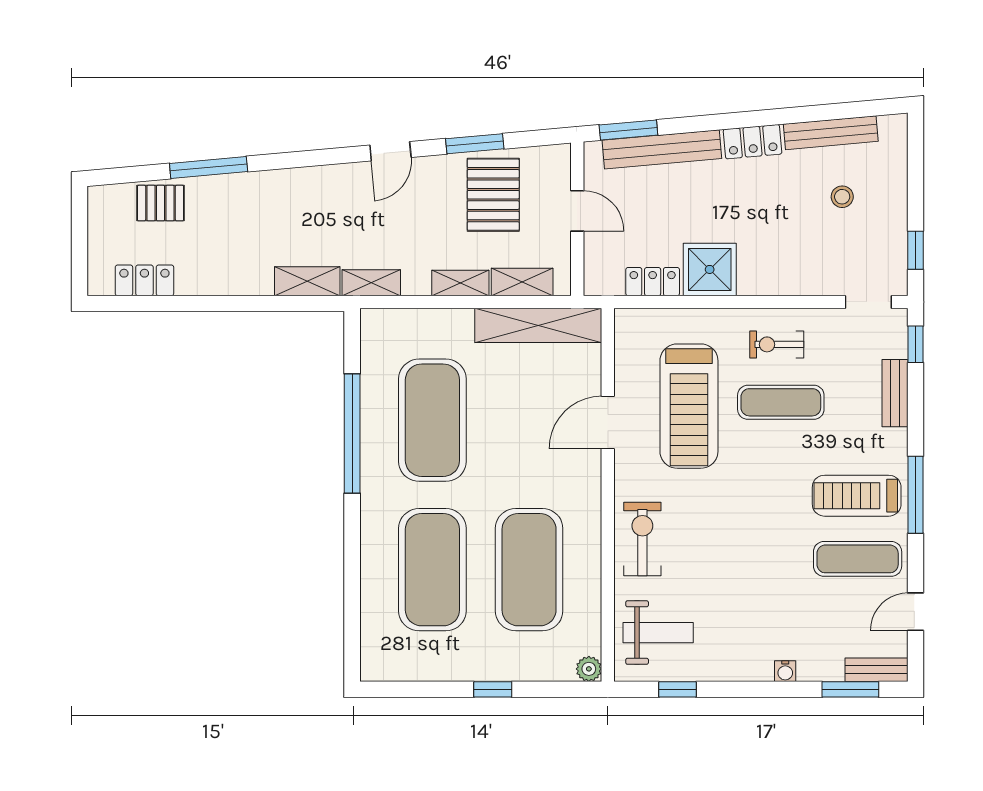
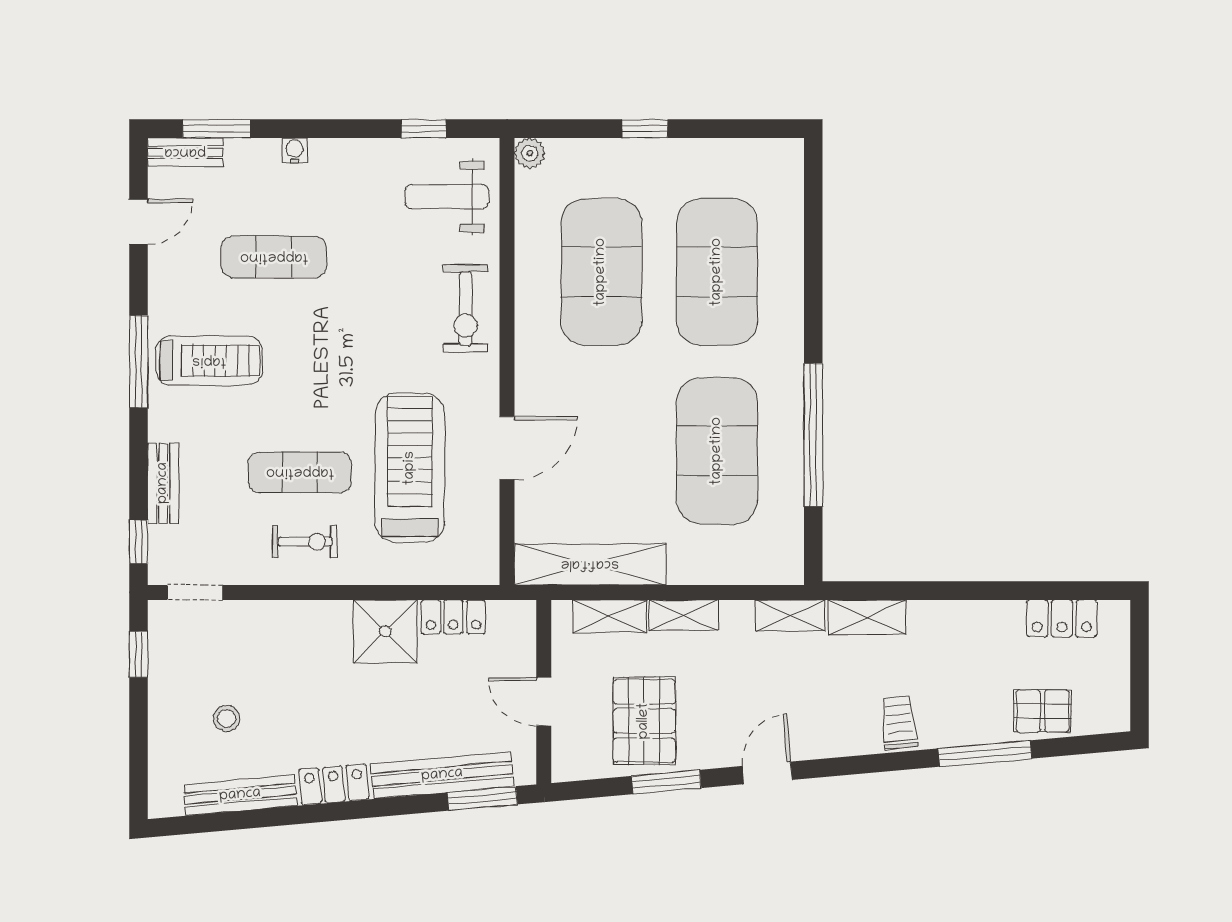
trolley: (280, 194) -> (899, 722), added
exercise mat: (858, 559) -> (274, 257), moved

